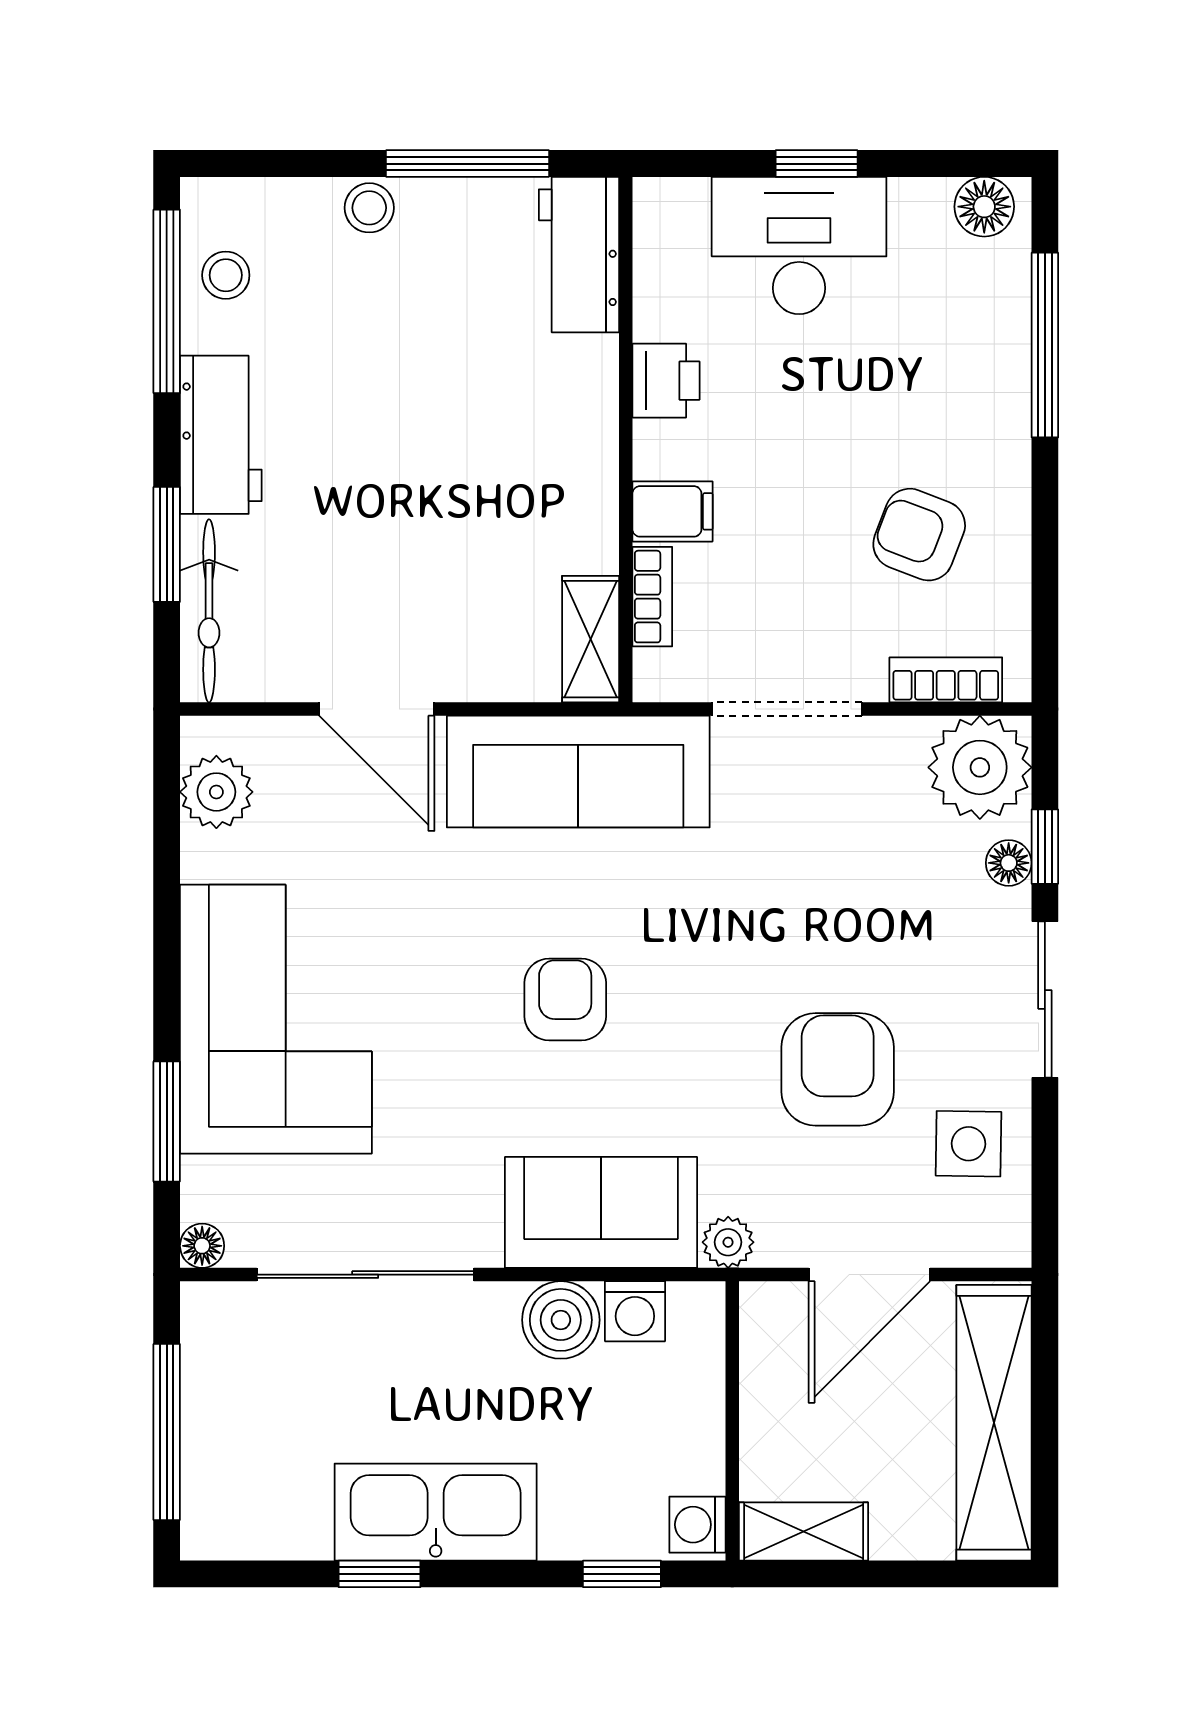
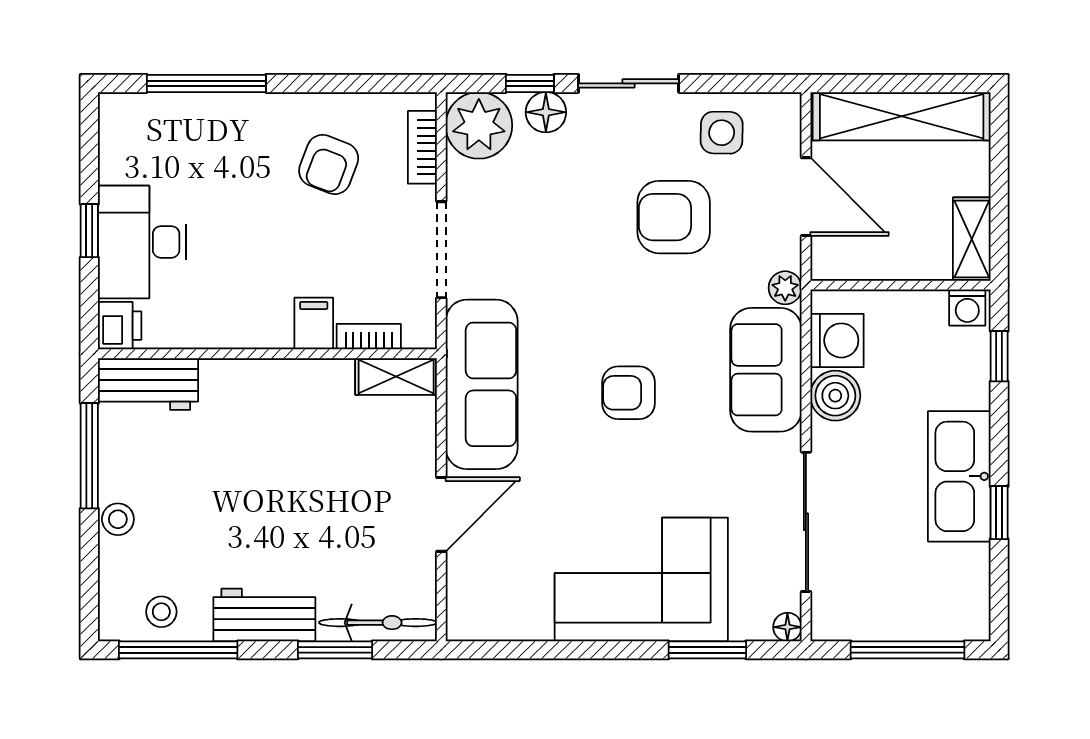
floor lamp: (984, 207) -> (117, 123), removed
printer: (666, 381) -> (120, 326), moved, turned 90
plant: (216, 792) -> (495, 618), removed
floor lamp: (1009, 863) -> (546, 112), width x1.37, depth x1.37
washing machine: (635, 1311) -> (837, 340), width x1.38, depth x1.38

